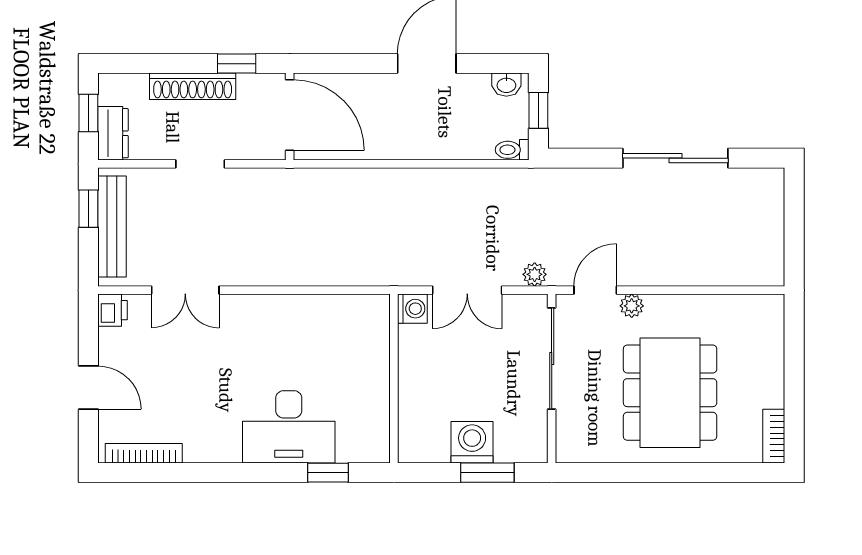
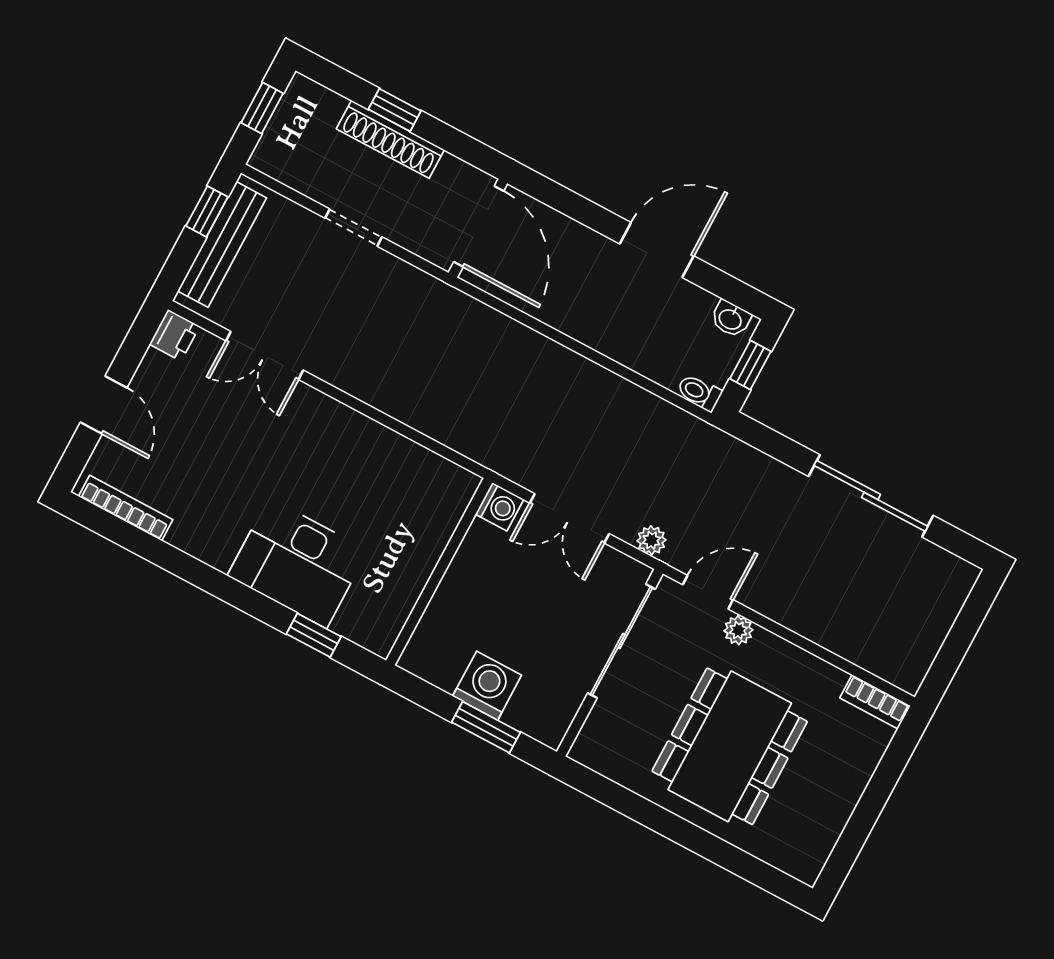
window: (237, 64) -> (395, 110), moved
dresser: (113, 133) -> (277, 144), removed
bookcase: (774, 436) -> (875, 702), moved, turned -90

